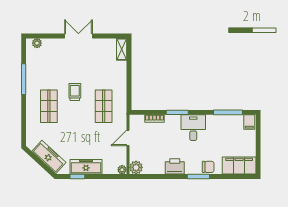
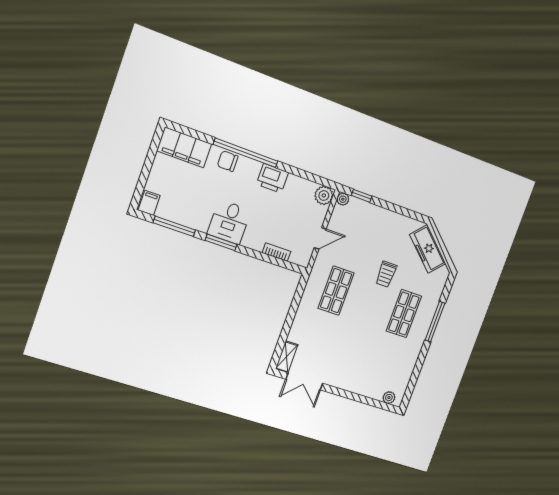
double door: (78, 36) -> (304, 381), moved
window: (24, 79) -> (435, 322), moved
trolley: (75, 92) -> (386, 274), moved
window: (177, 112) -> (221, 242), moved
freezer: (86, 167) -> (387, 220), removed
window: (77, 177) -> (362, 196), moved
window: (198, 177) -> (246, 153), width x2.11

